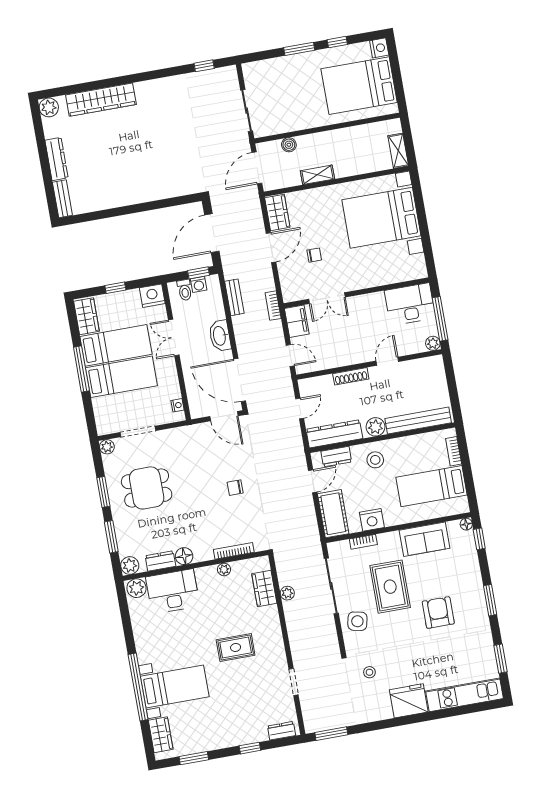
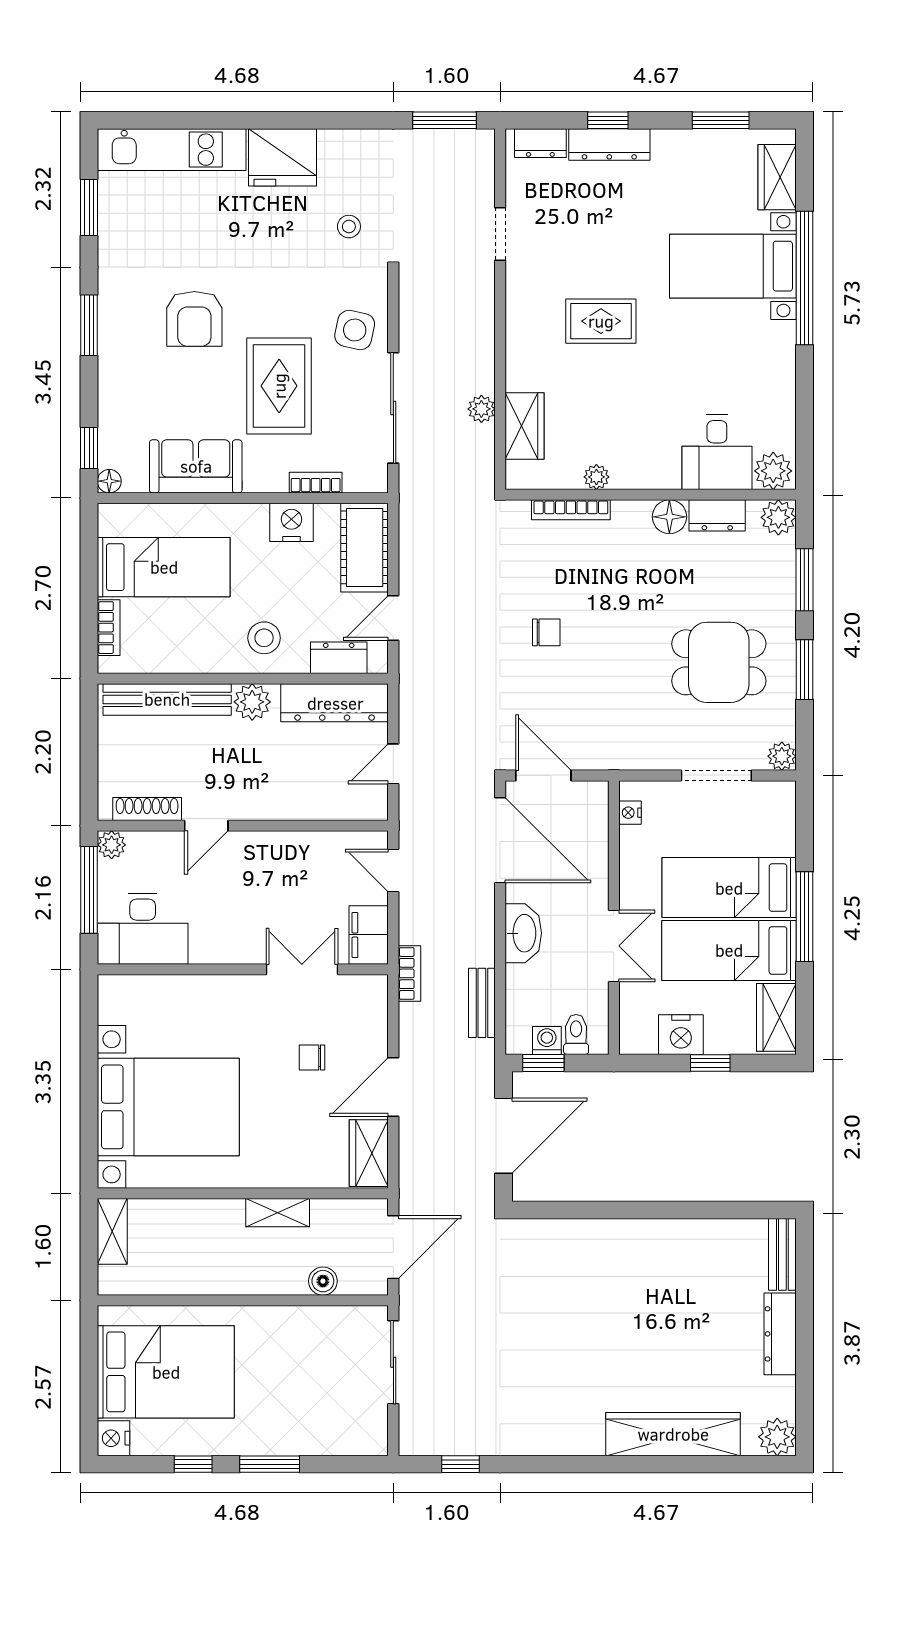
nightstand: (152, 296) -> (681, 1035), moved
shoe rack: (351, 376) -> (147, 809), moved
desk: (173, 591) -> (717, 452), width x0.73
dresser: (247, 736) -> (609, 144), added

